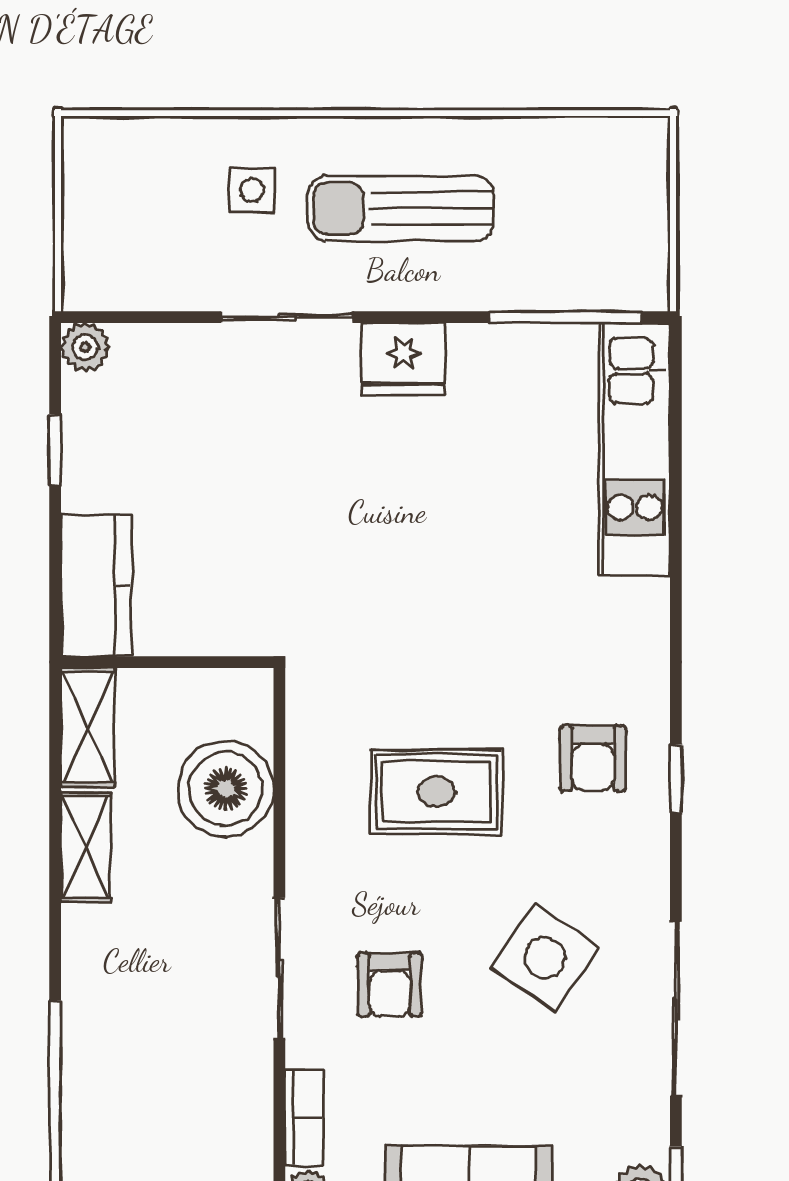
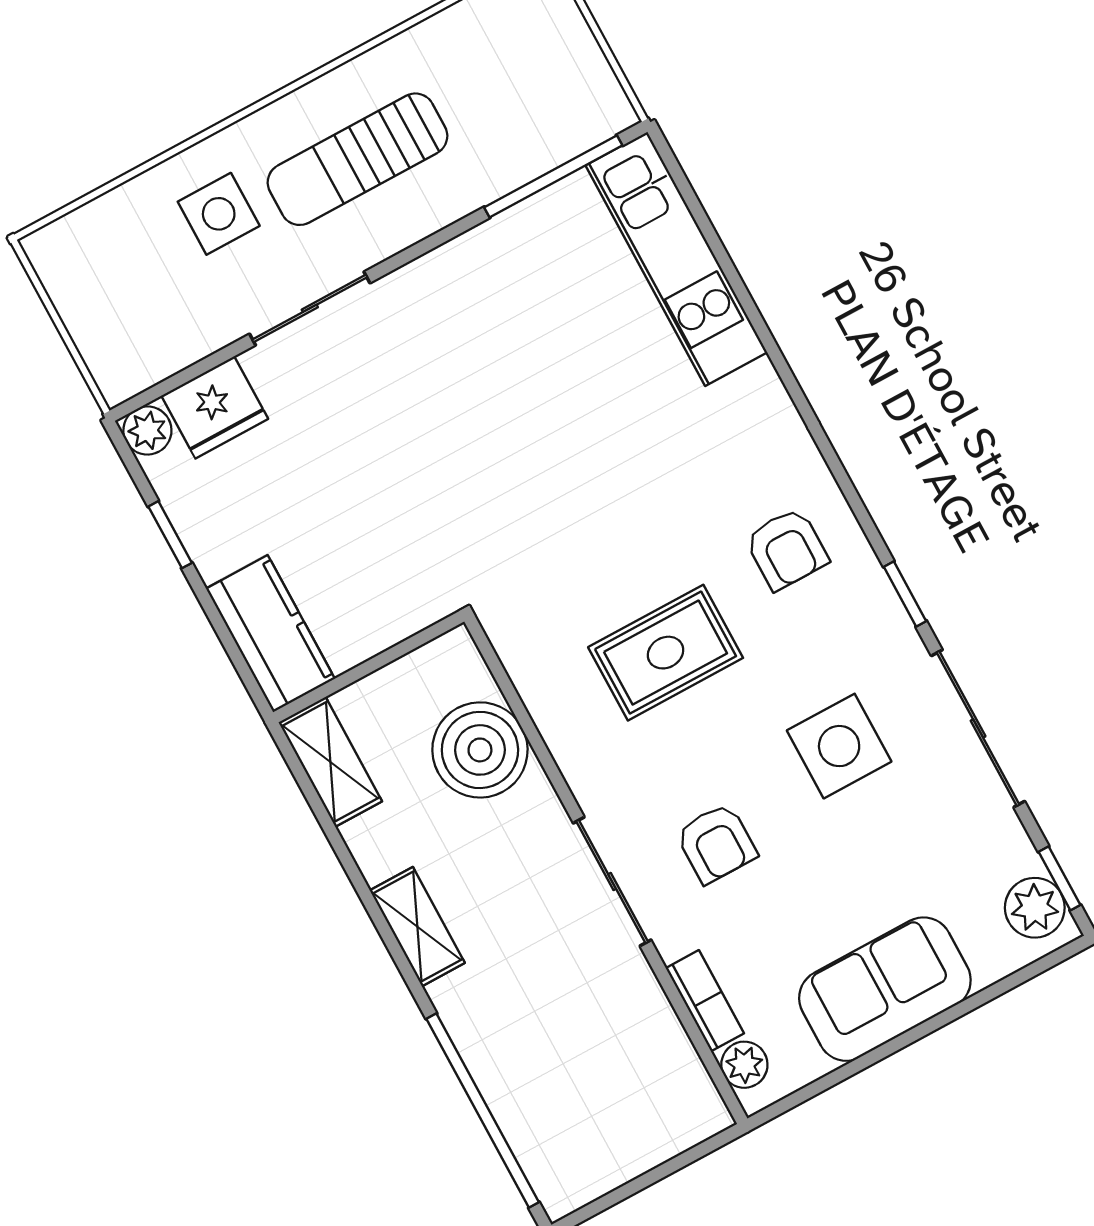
side table: (252, 190) -> (219, 214), width x1.37, depth x1.37
fridge: (404, 359) -> (215, 407), moved
window: (676, 779) -> (905, 594), moved
shelving: (86, 847) -> (417, 927), moved
side table: (545, 958) -> (839, 746), turned -34

